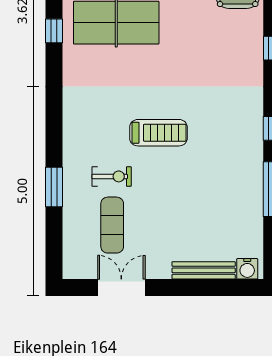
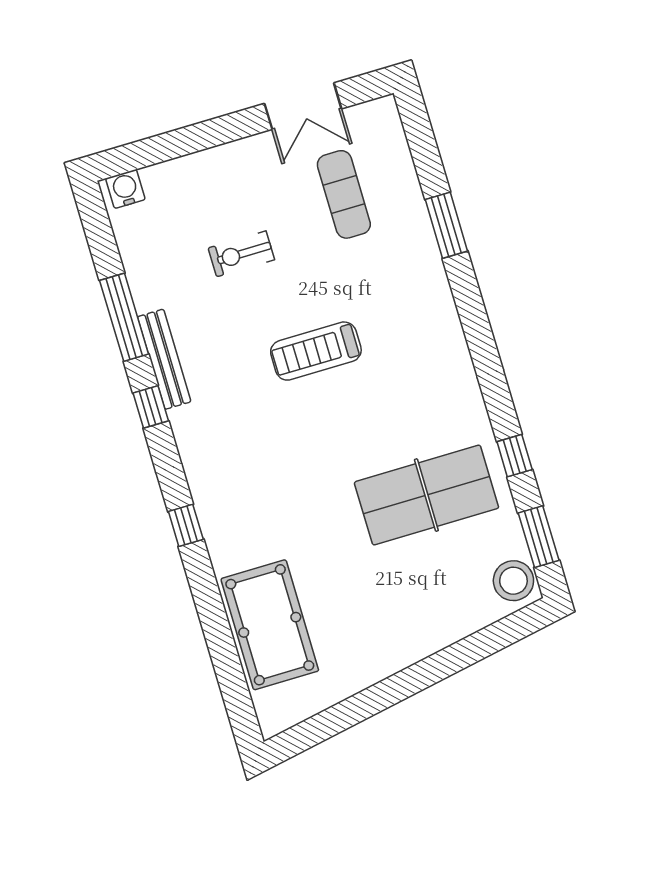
exercise bike: (112, 176) -> (241, 254), moved
bench: (204, 270) -> (164, 359), moved, turned 90

